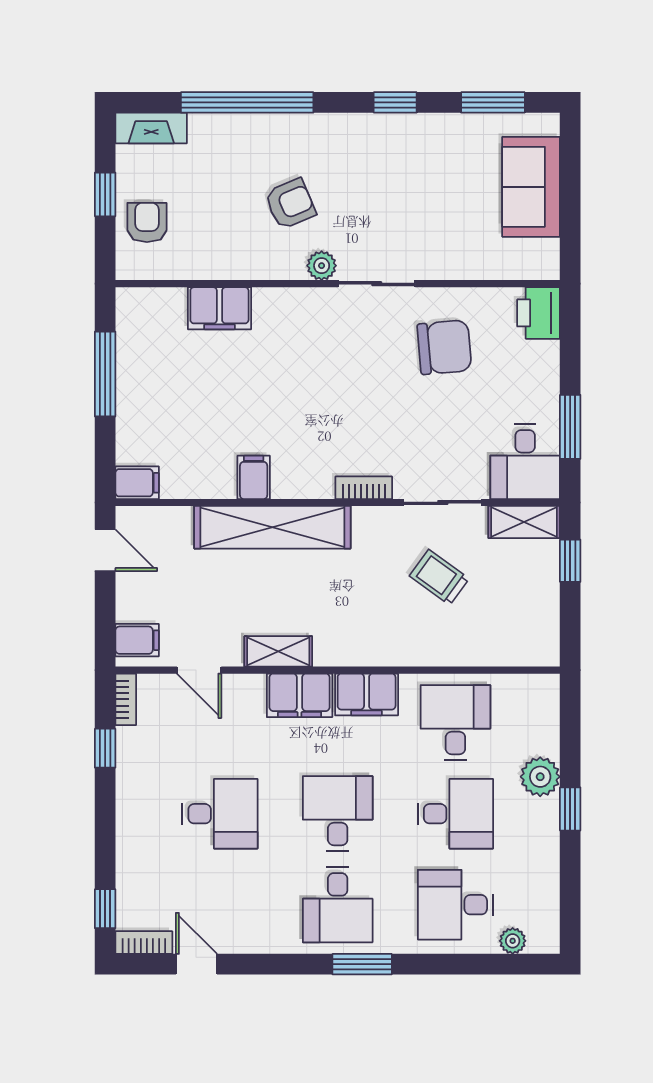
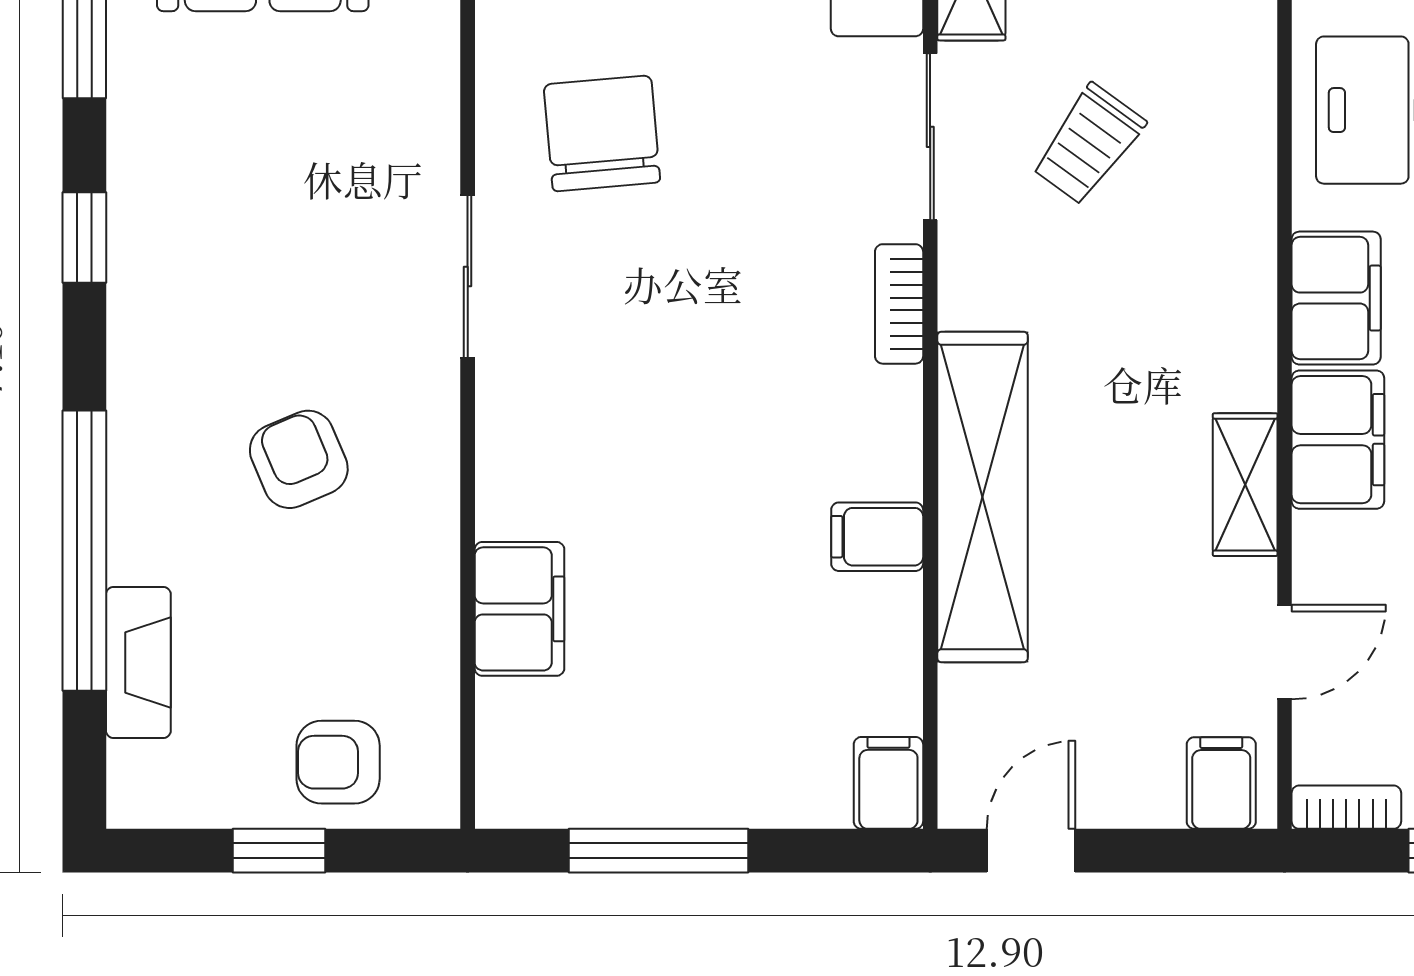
fireplace: (151, 128) -> (138, 663), moved
plant: (322, 266) -> (429, 393), removed

